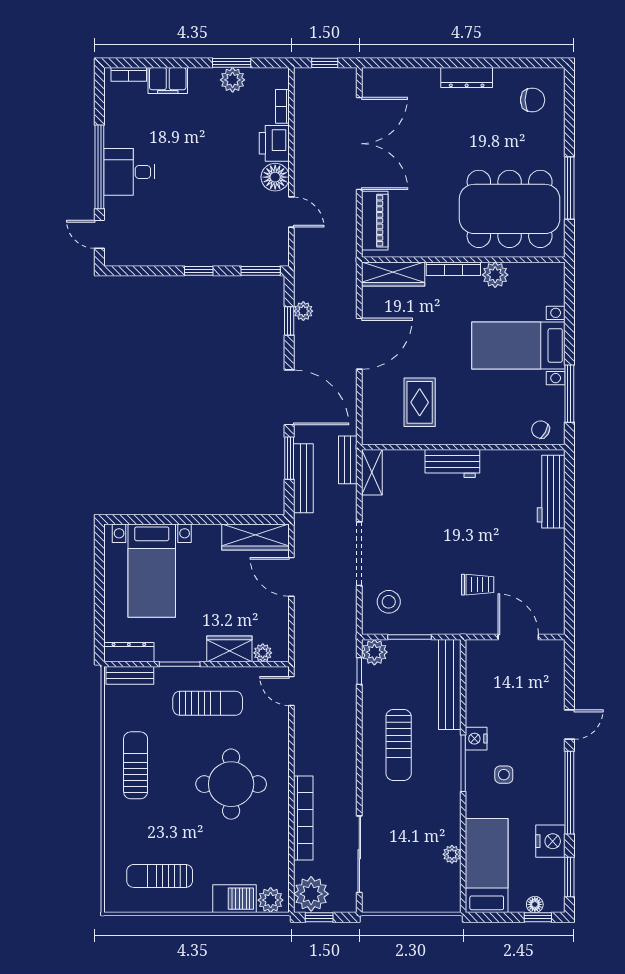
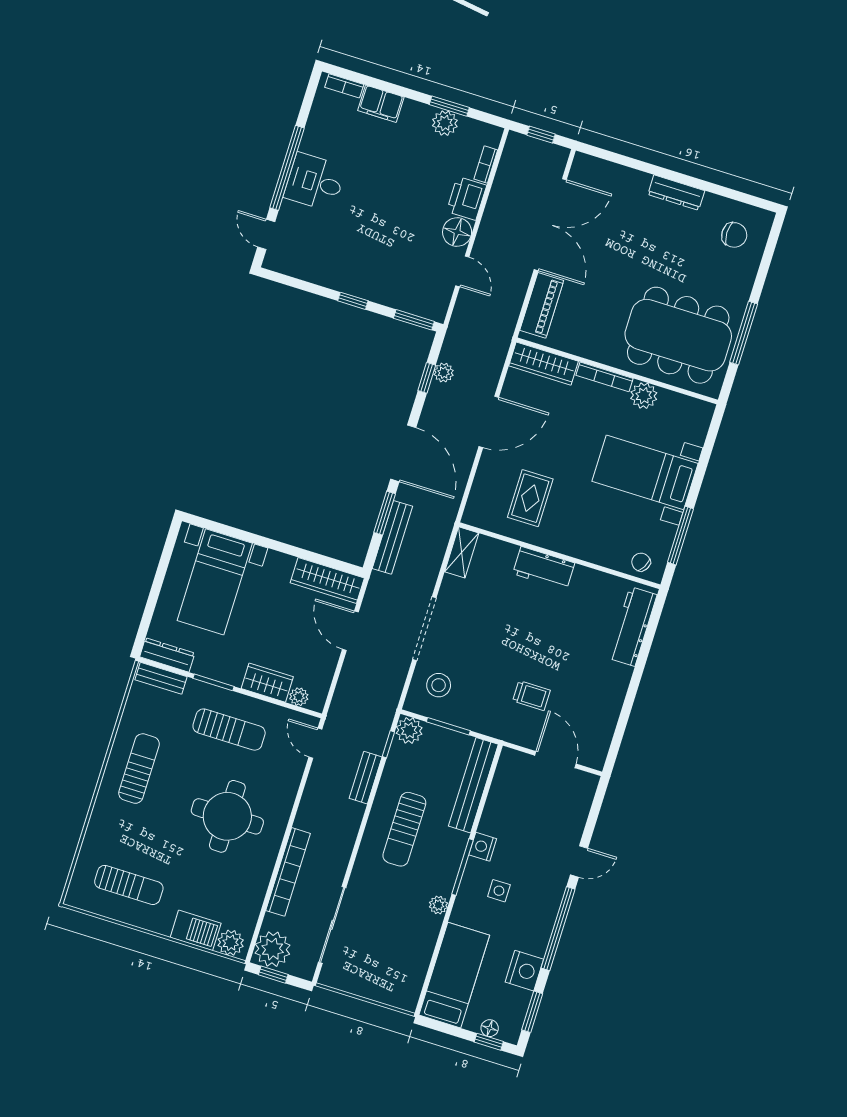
bench: (348, 460) -> (366, 778), moved
plant: (452, 854) -> (438, 905), moved
sun lounger: (160, 876) -> (129, 885), turned 180

